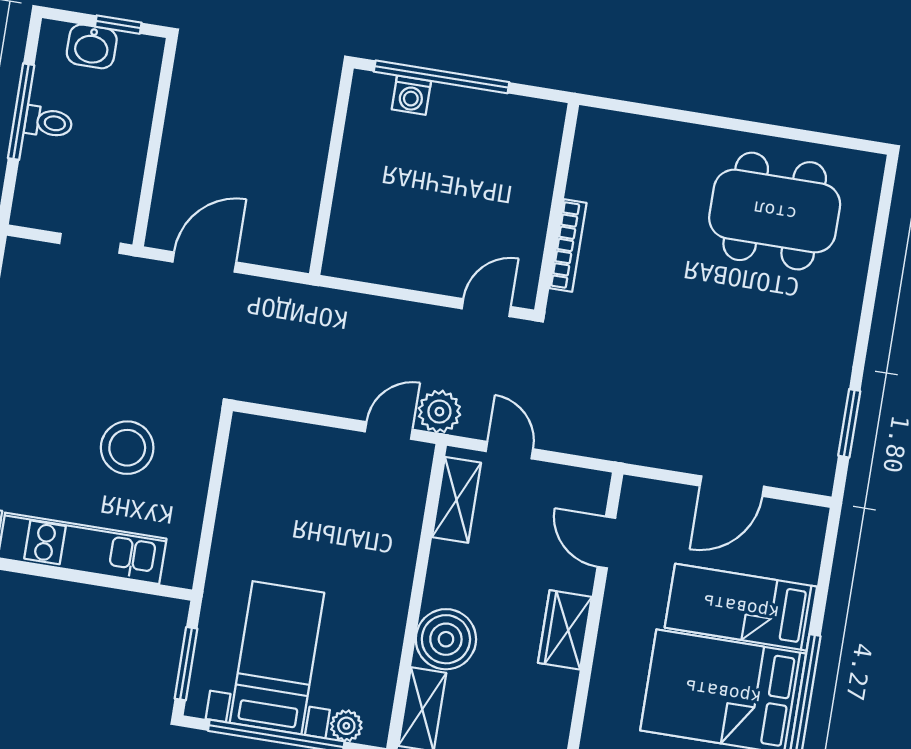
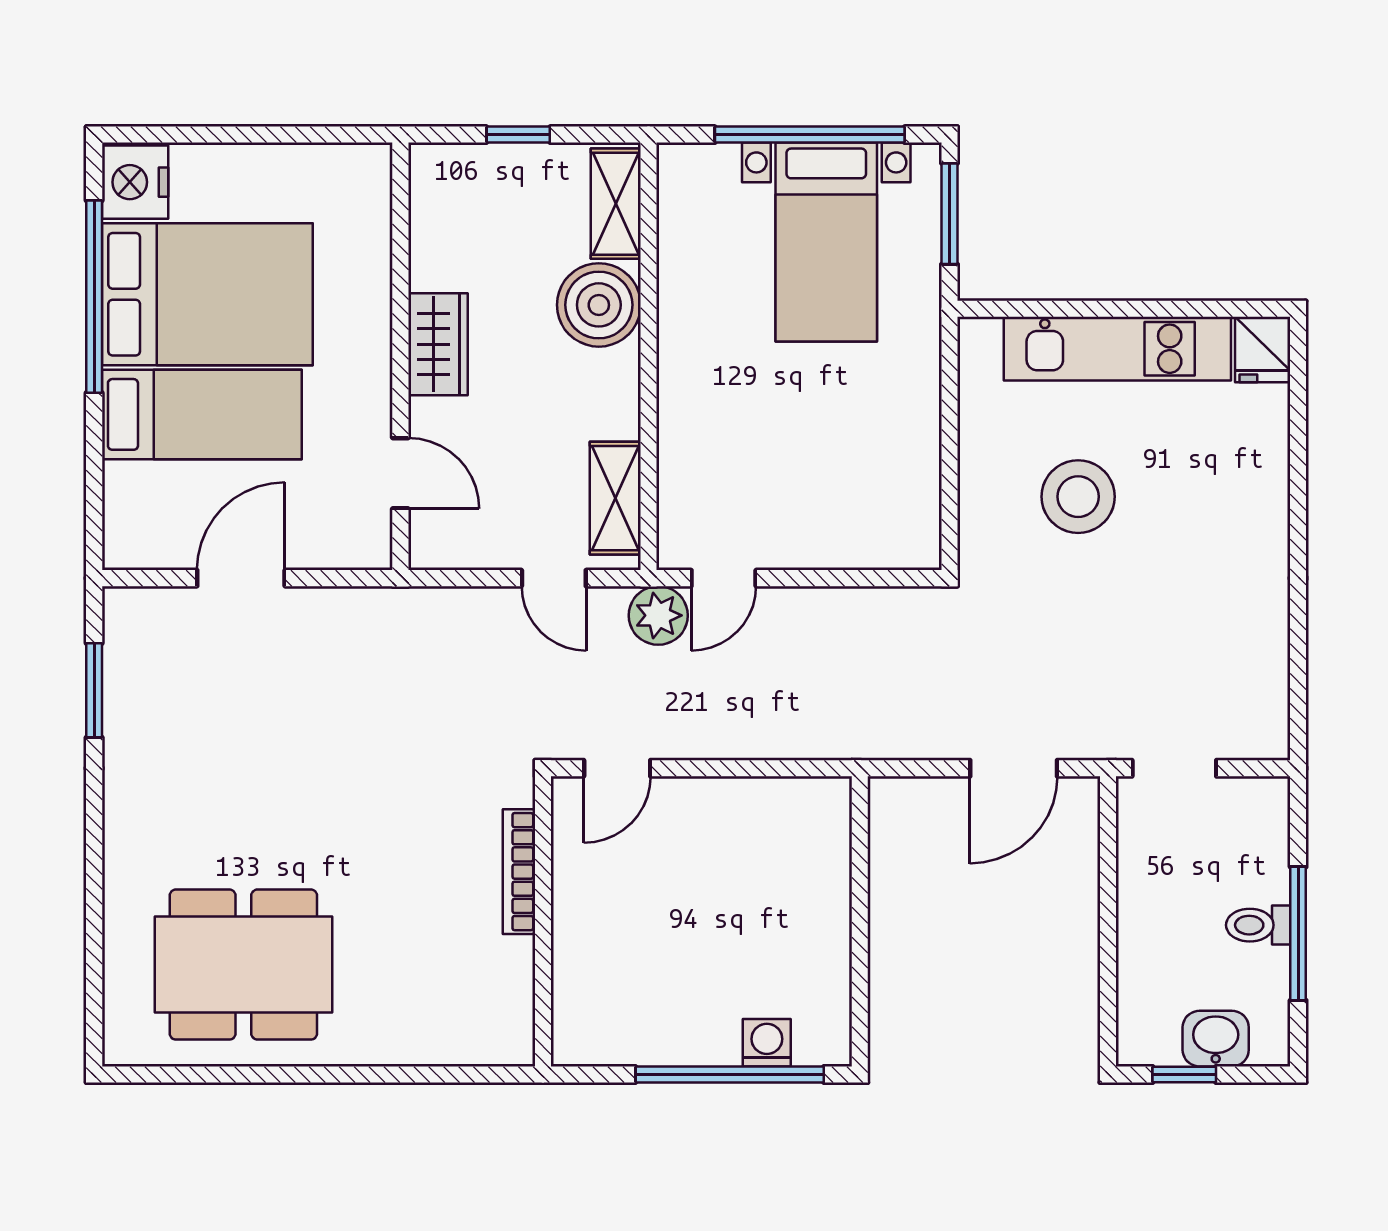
plant: (346, 726) -> (716, 164), removed

